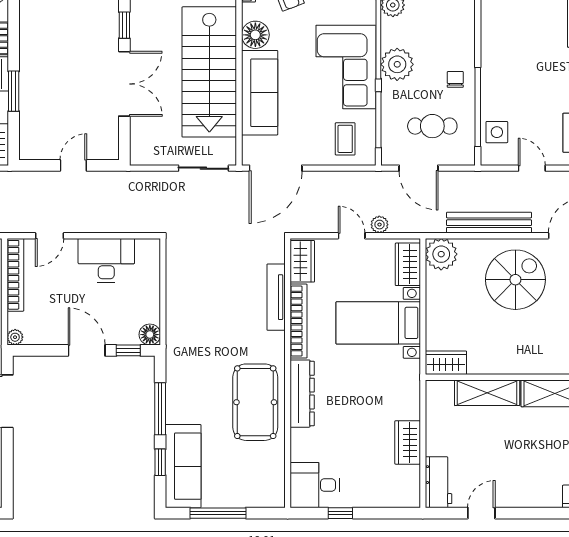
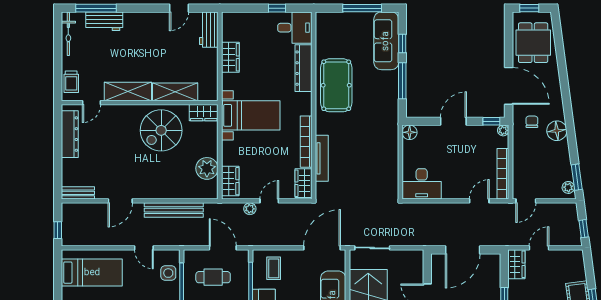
door: (73, 165) -> (463, 250), width x1.88
door: (352, 236) -> (269, 201), swing flipped
plant: (441, 254) -> (207, 168), moved
desk: (106, 260) -> (422, 184), moved
spiral stairs: (515, 280) -> (161, 130), moved
bed with nightstands: (378, 323) -> (251, 115), moved
door: (87, 350) -> (453, 121), swing flipped
window: (128, 350) -> (491, 121), moved
dresser: (302, 394) -> (304, 68), moved

